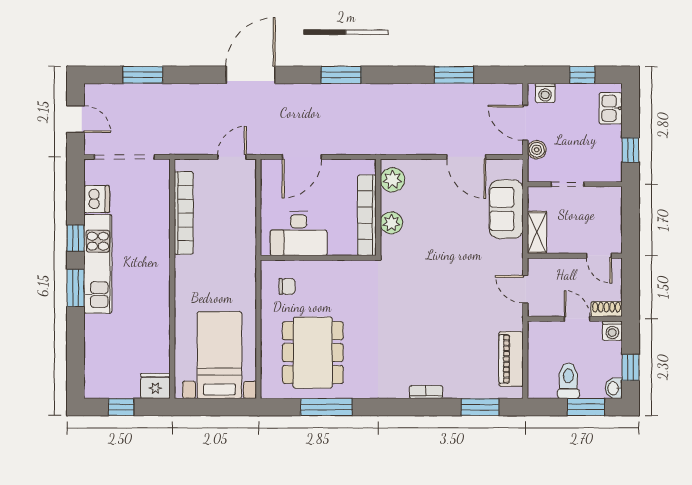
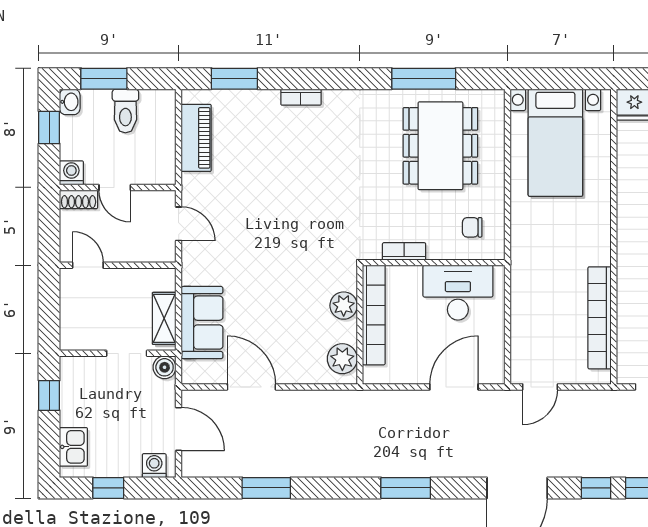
window: (186, 75) -> (596, 488), added
boiler: (537, 150) -> (165, 367), moved
shelving: (537, 232) -> (164, 318), moved
bookcase: (342, 267) -> (404, 251), added

